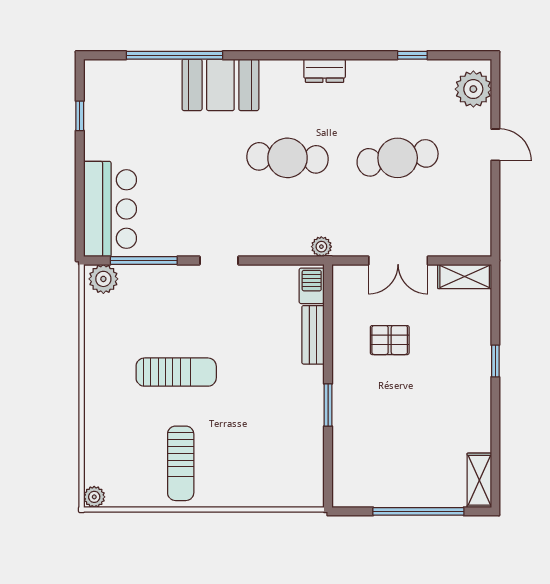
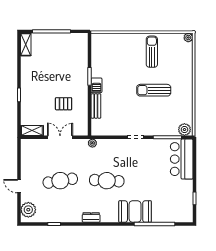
barbecue: (312, 286) -> (96, 85), moved

